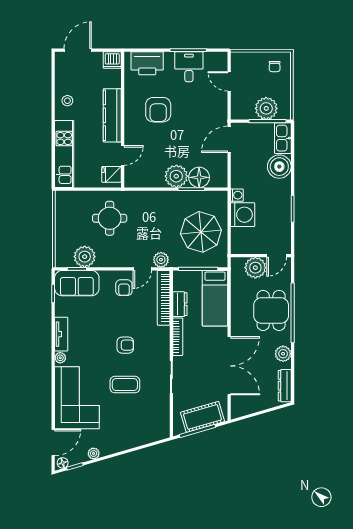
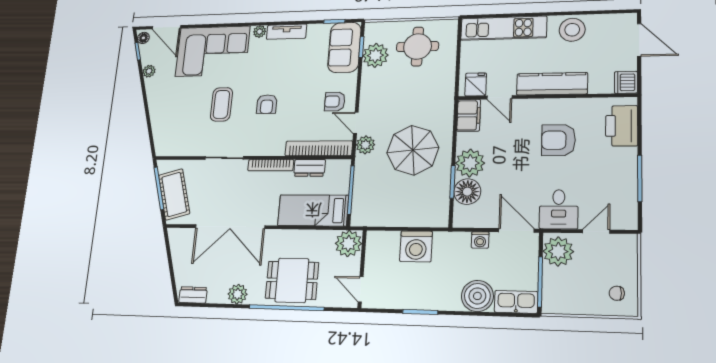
desk: (189, 67) -> (559, 209), moved, turned 90
stool: (67, 101) -> (572, 30), width x1.89, depth x1.89
plant: (266, 108) -> (558, 251), moved
filing cabinet: (137, 179) -> (469, 115), added
washing machine: (237, 195) -> (480, 240), moved
round table: (110, 218) -> (417, 47), moved
parasol: (201, 232) -> (413, 150), moved
plant: (255, 268) -> (348, 243), moved
dresser: (285, 386) -> (193, 295), width x0.70

